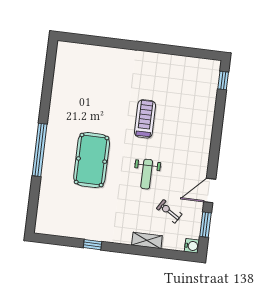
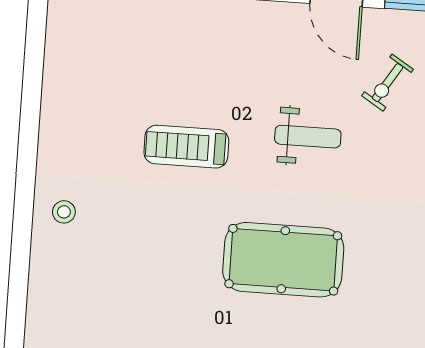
stool: (118, 62) -> (64, 212), added

